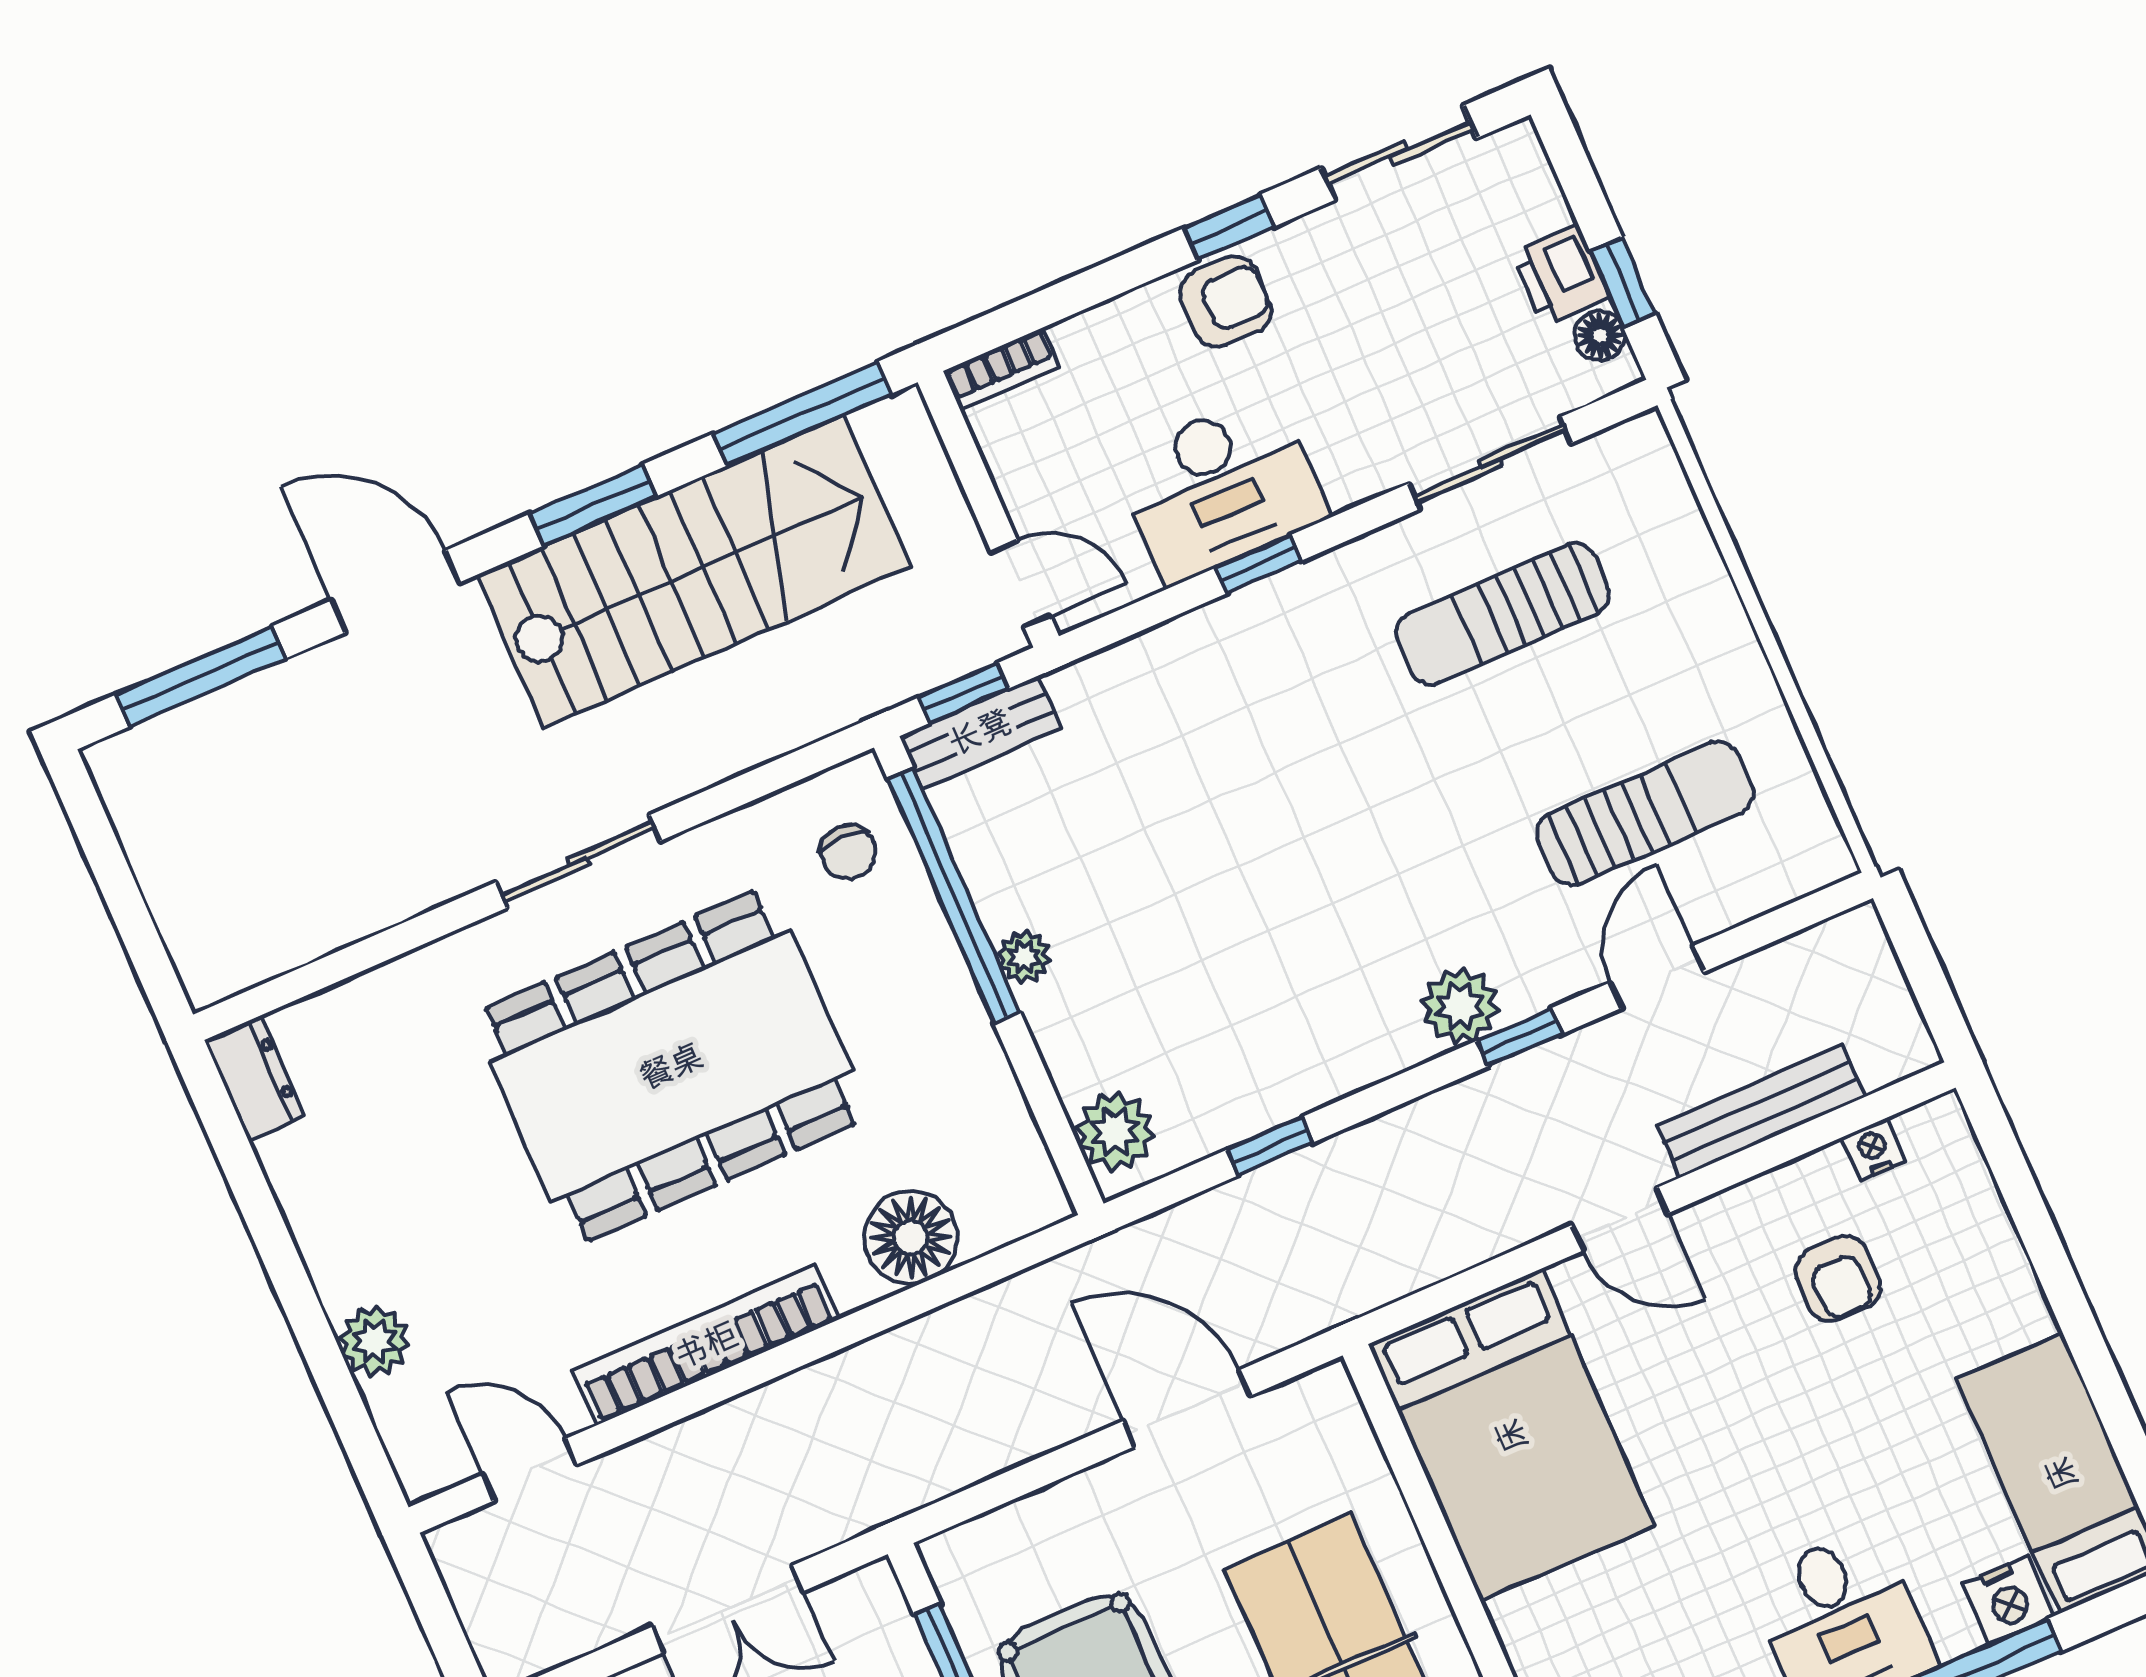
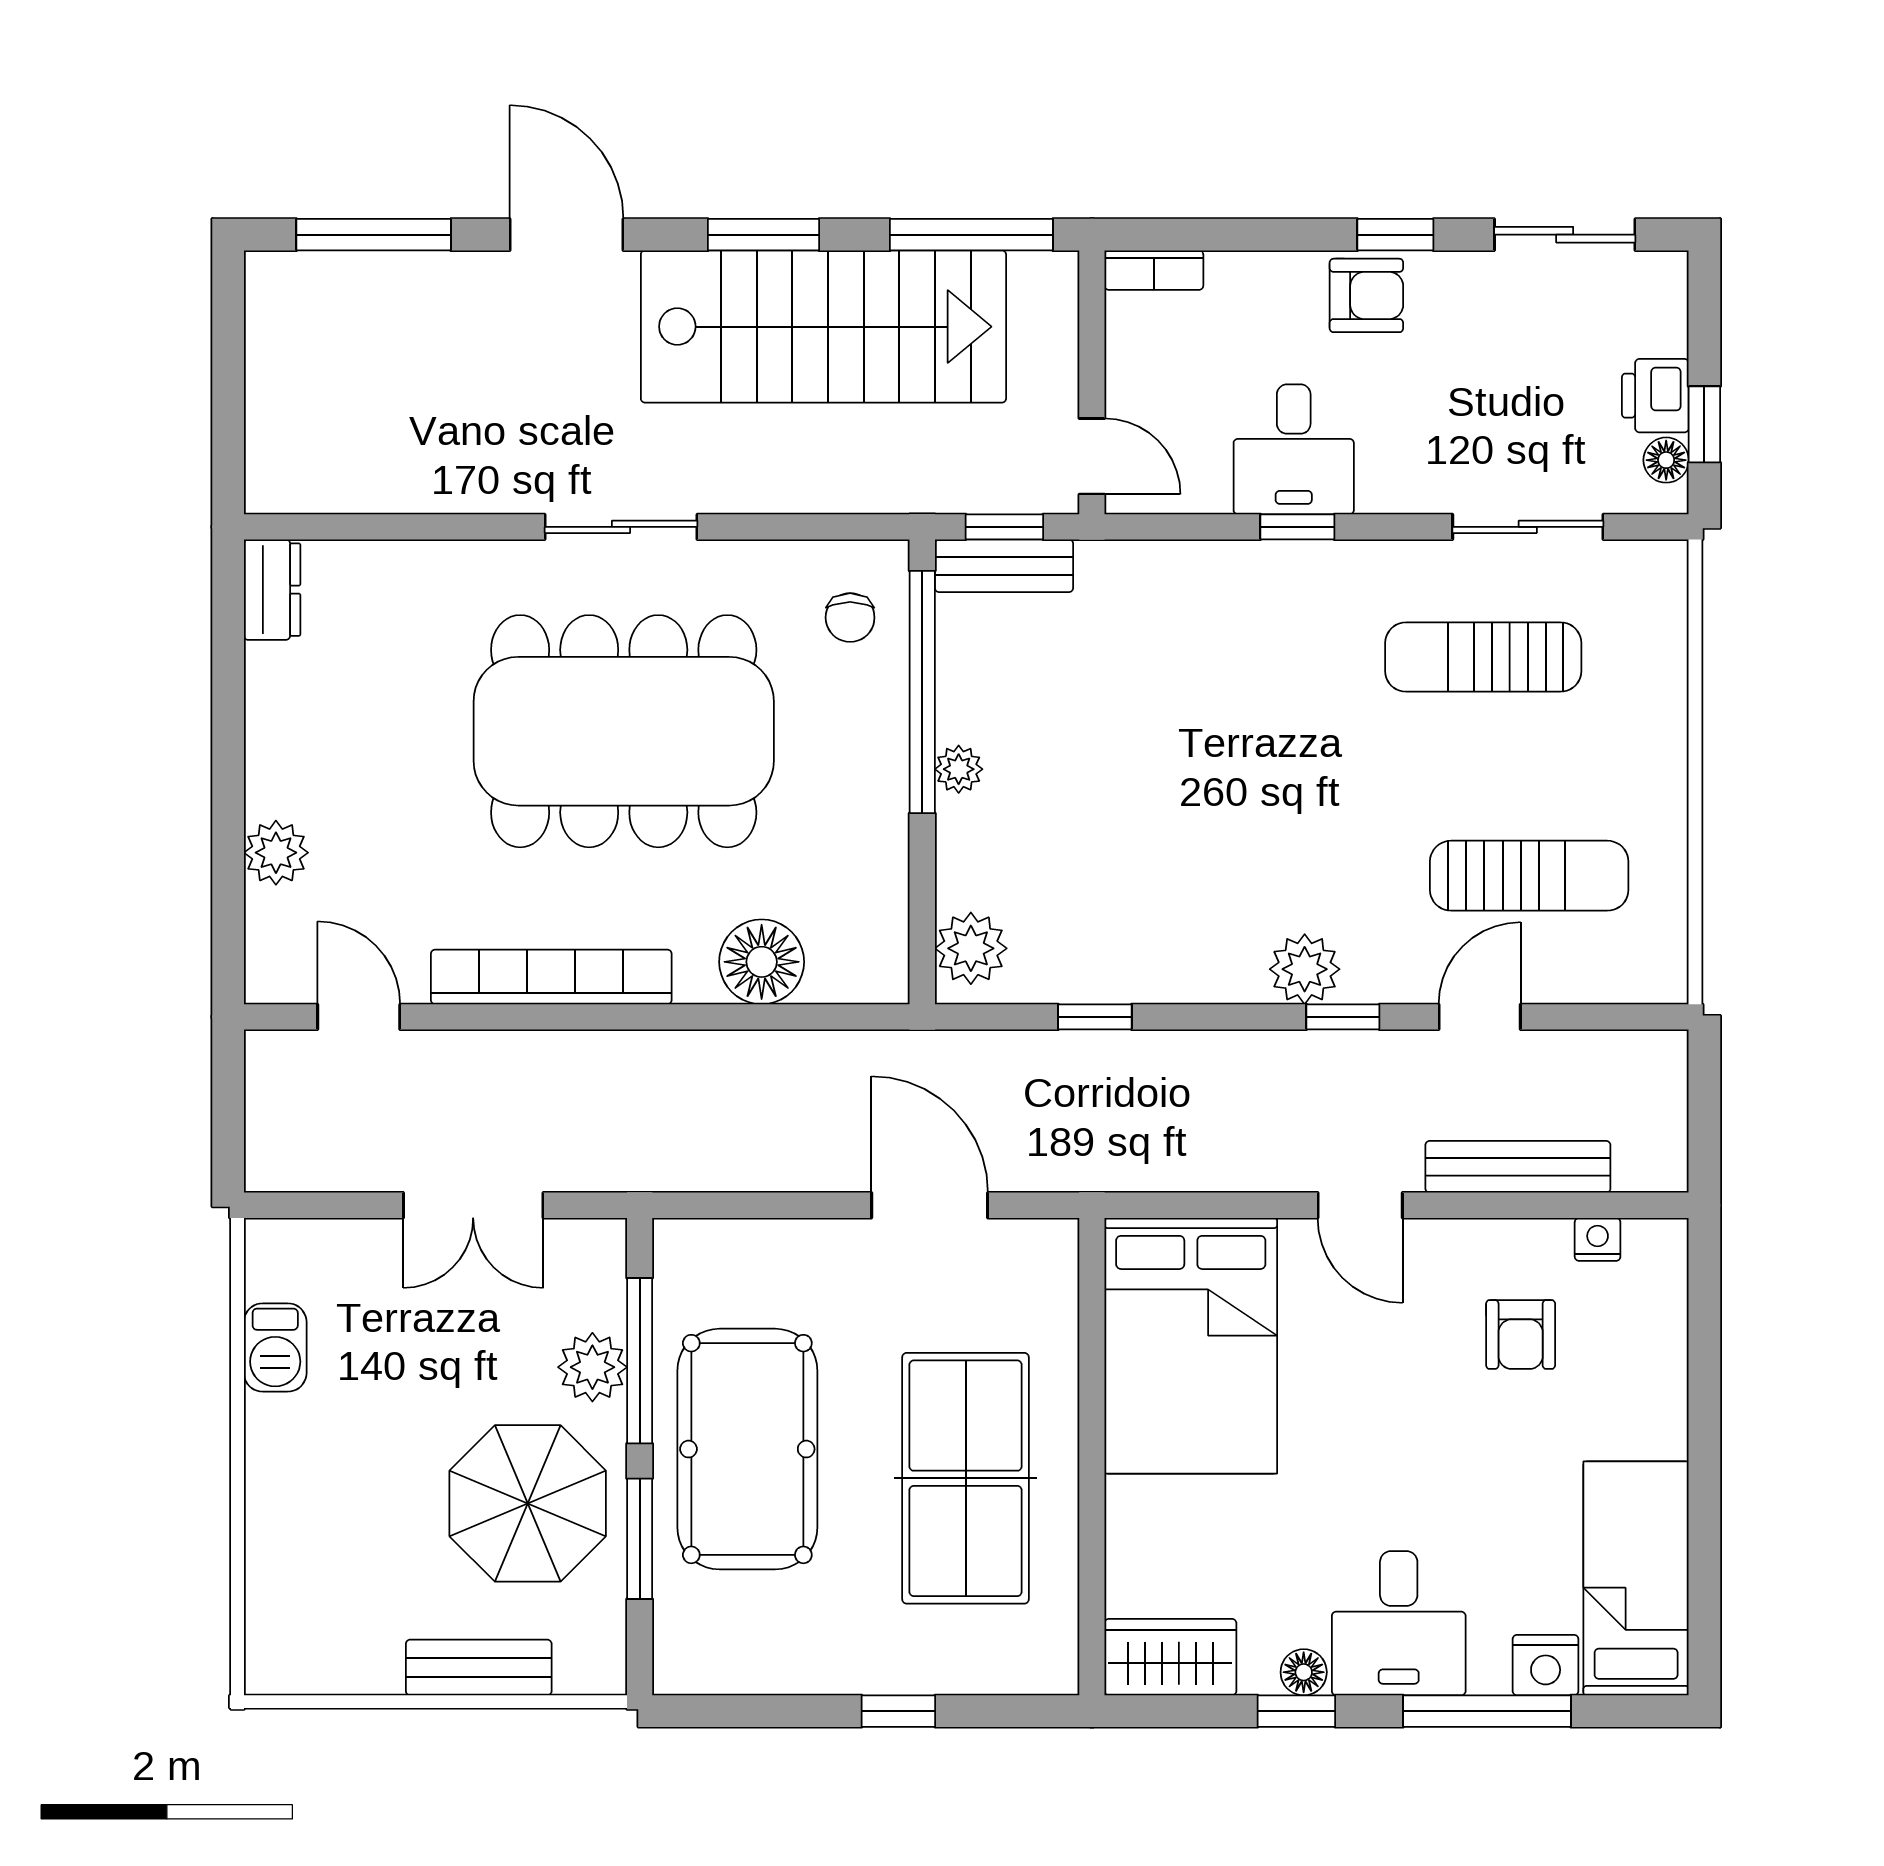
desk: (1221, 488) -> (1294, 449), width x0.73

